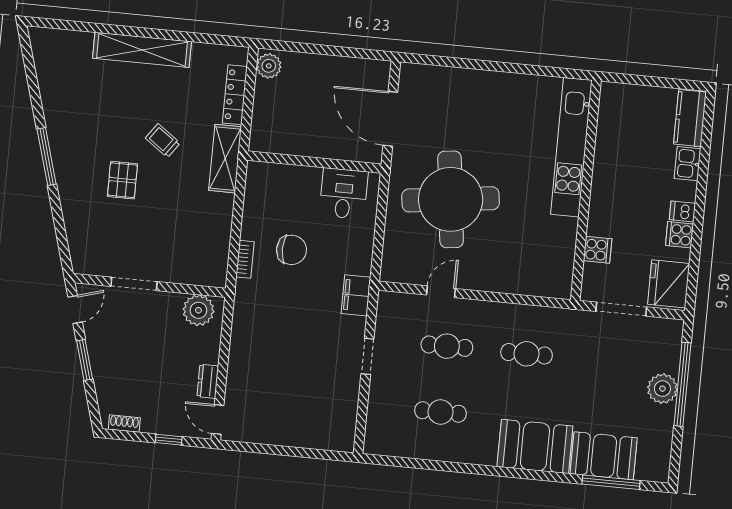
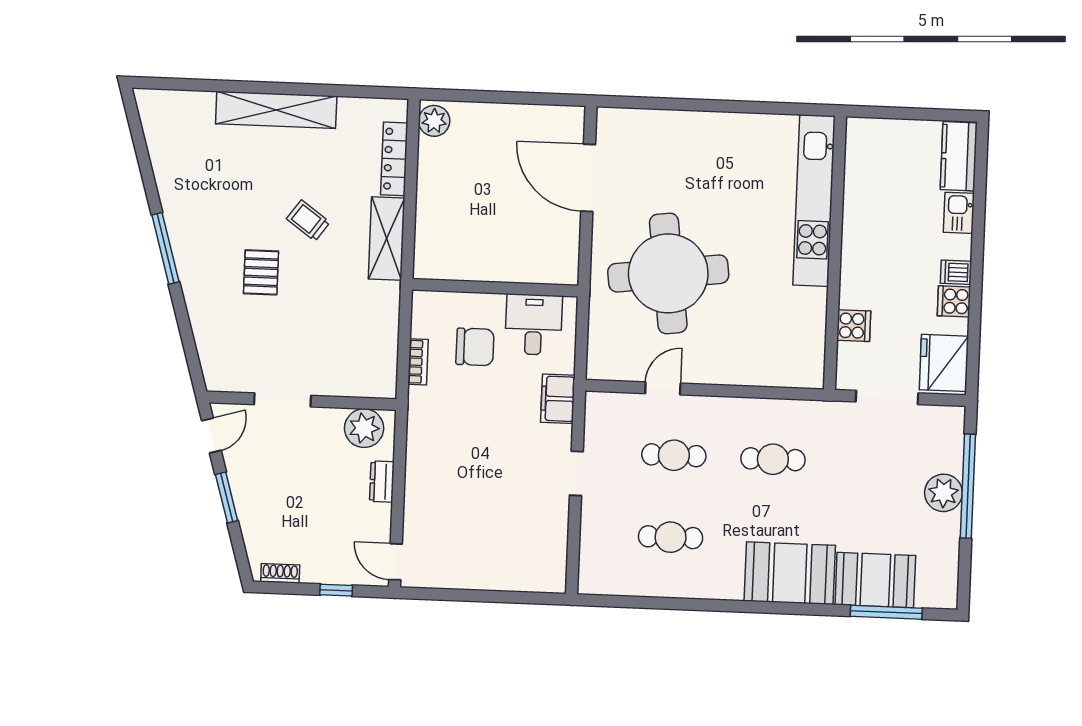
wall: (314, 162) -> (495, 288), moved
desk: (344, 194) -> (534, 325), moved
dresser: (208, 381) -> (382, 482), moved

